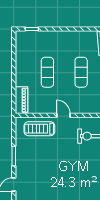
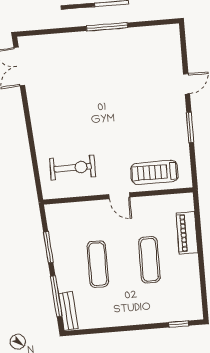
piano: (22, 100) -> (187, 233), moved
treadmill: (39, 129) -> (154, 172), turned 180

